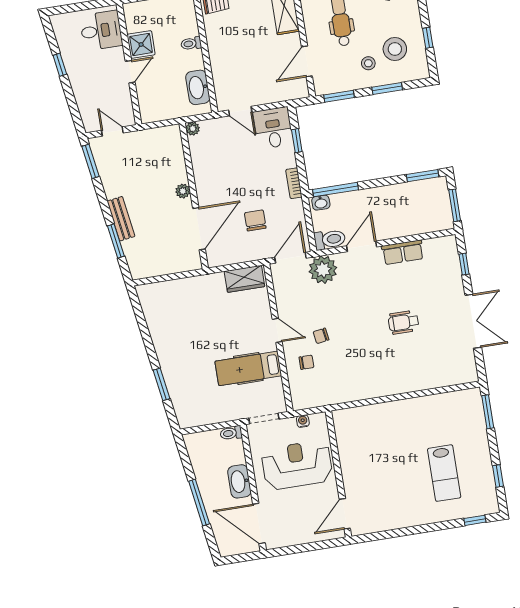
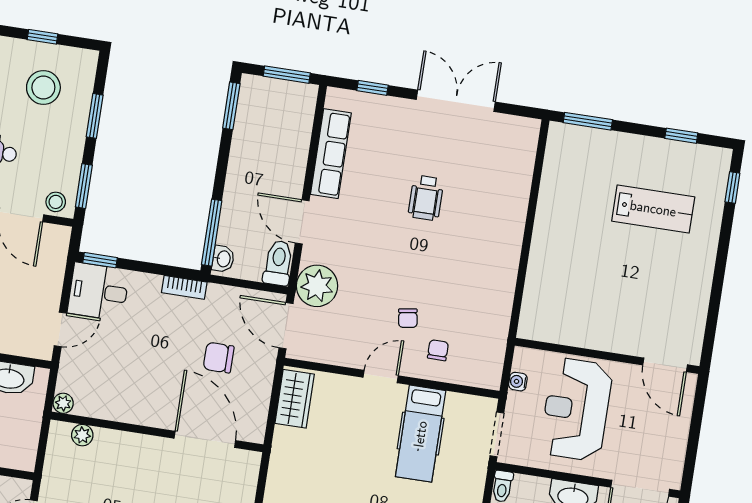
stool: (368, 63) -> (56, 202), moved
window: (297, 141) -> (100, 260), moved
plant: (183, 191) -> (82, 435), moved
row of seats: (403, 252) -> (331, 154), width x1.48

